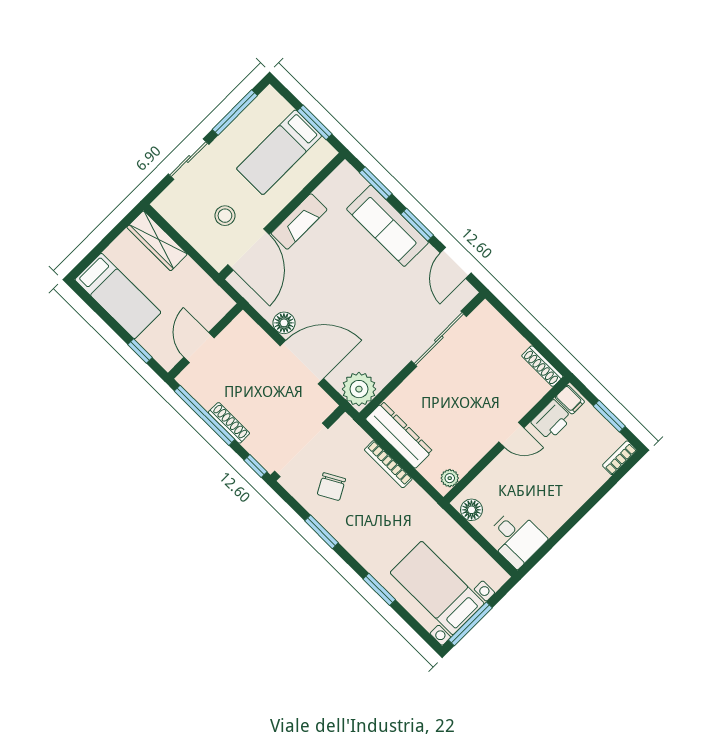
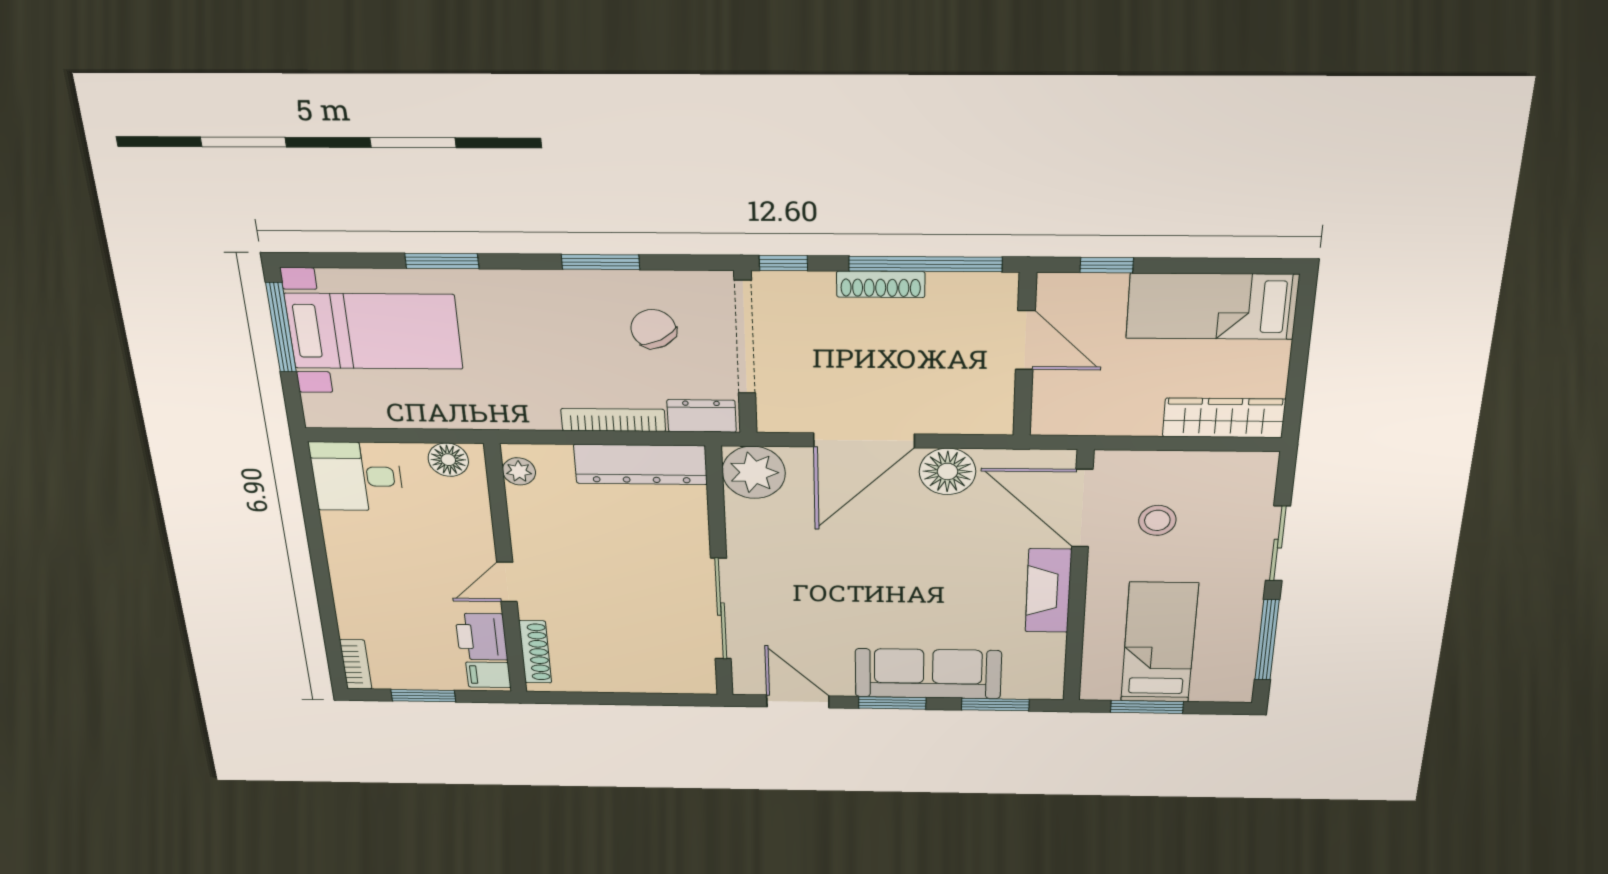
floor lamp: (284, 323) -> (948, 471), width x1.38, depth x1.38
shoe rack: (542, 366) -> (535, 652), moved, turned 90
dresser: (353, 433) -> (702, 416), added

